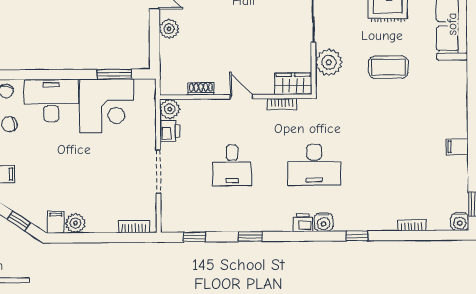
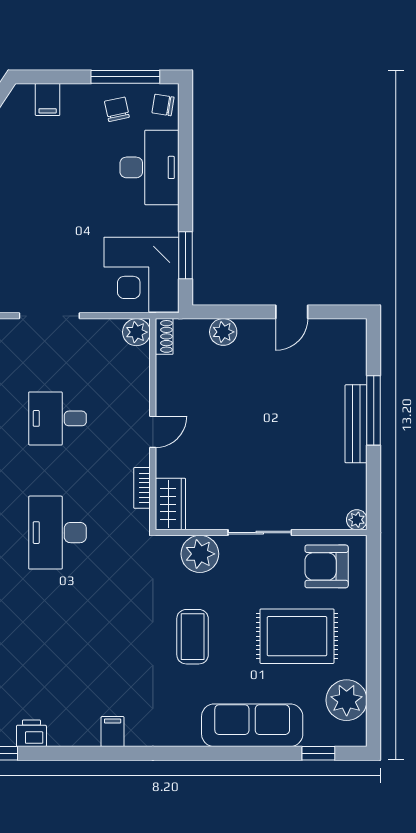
plant: (169, 29) -> (223, 332), moved
shoe rack: (201, 89) -> (164, 336), moved
corner desk: (107, 106) -> (141, 275), moved
printer: (170, 131) -> (31, 733), moved, turned 180
filing cabinet: (457, 147) -> (113, 732), moved

